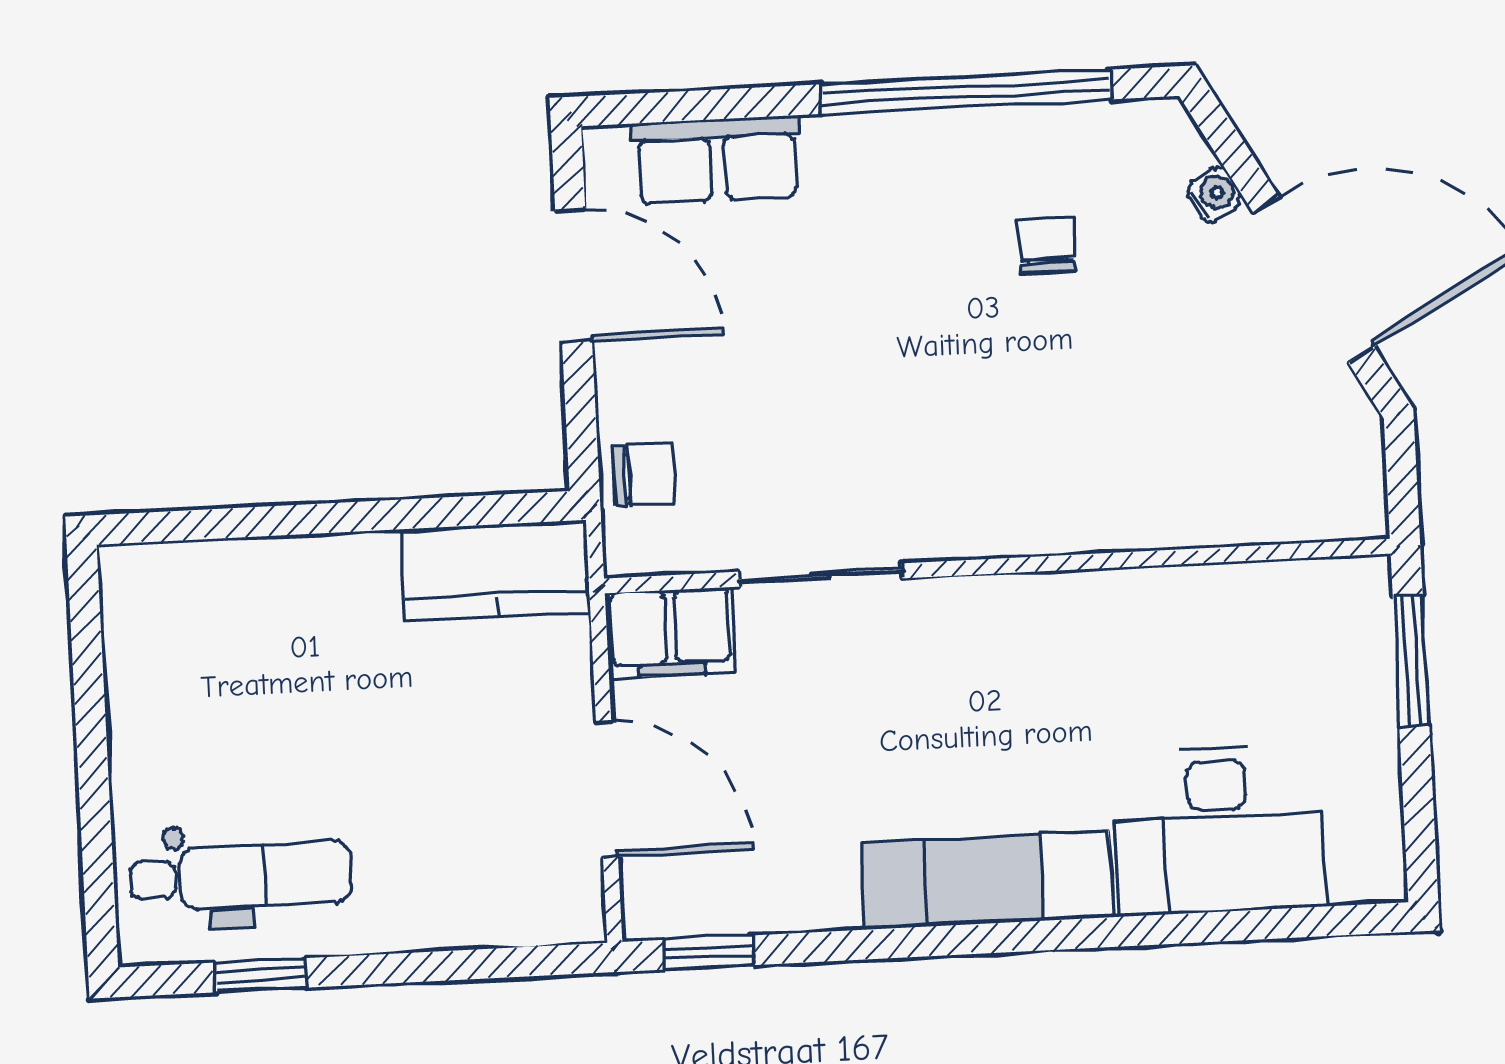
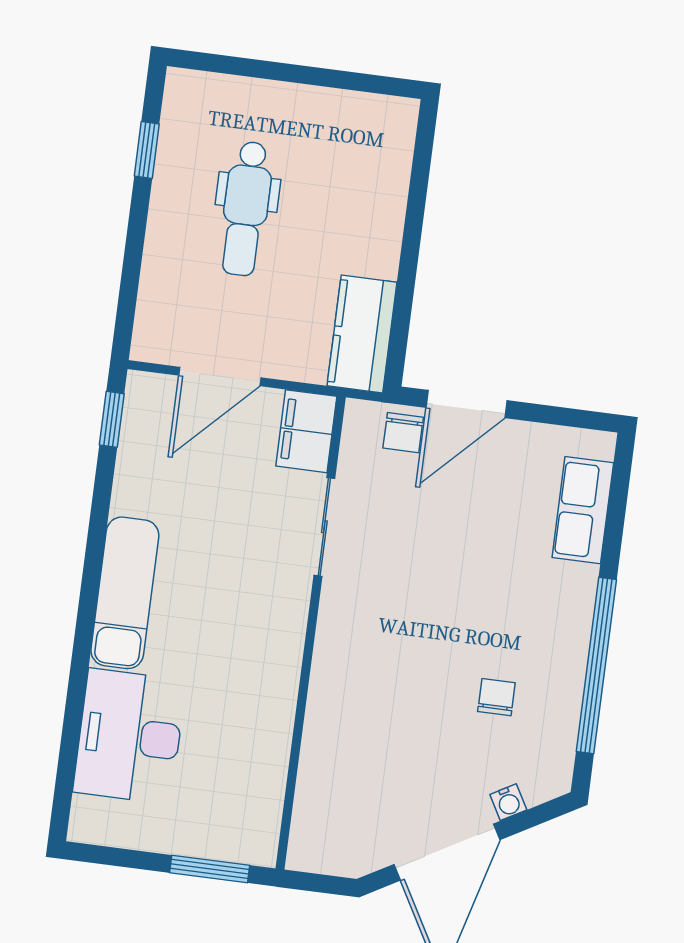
chair: (1047, 245) -> (496, 697), turned -90
door: (574, 276) -> (467, 404), moved
dental chair: (241, 876) -> (246, 209), moved

